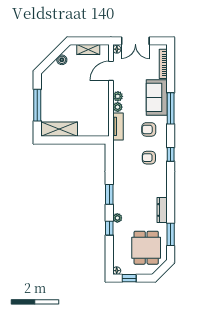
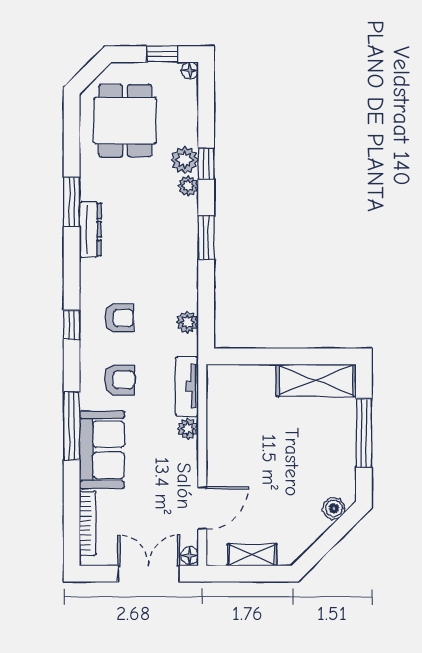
boiler: (62, 60) -> (334, 508), moved
plant: (118, 96) -> (187, 322), moved
dresser: (162, 210) -> (90, 229), moved
plant: (119, 230) -> (185, 160), added
window: (171, 234) -> (72, 202), moved

